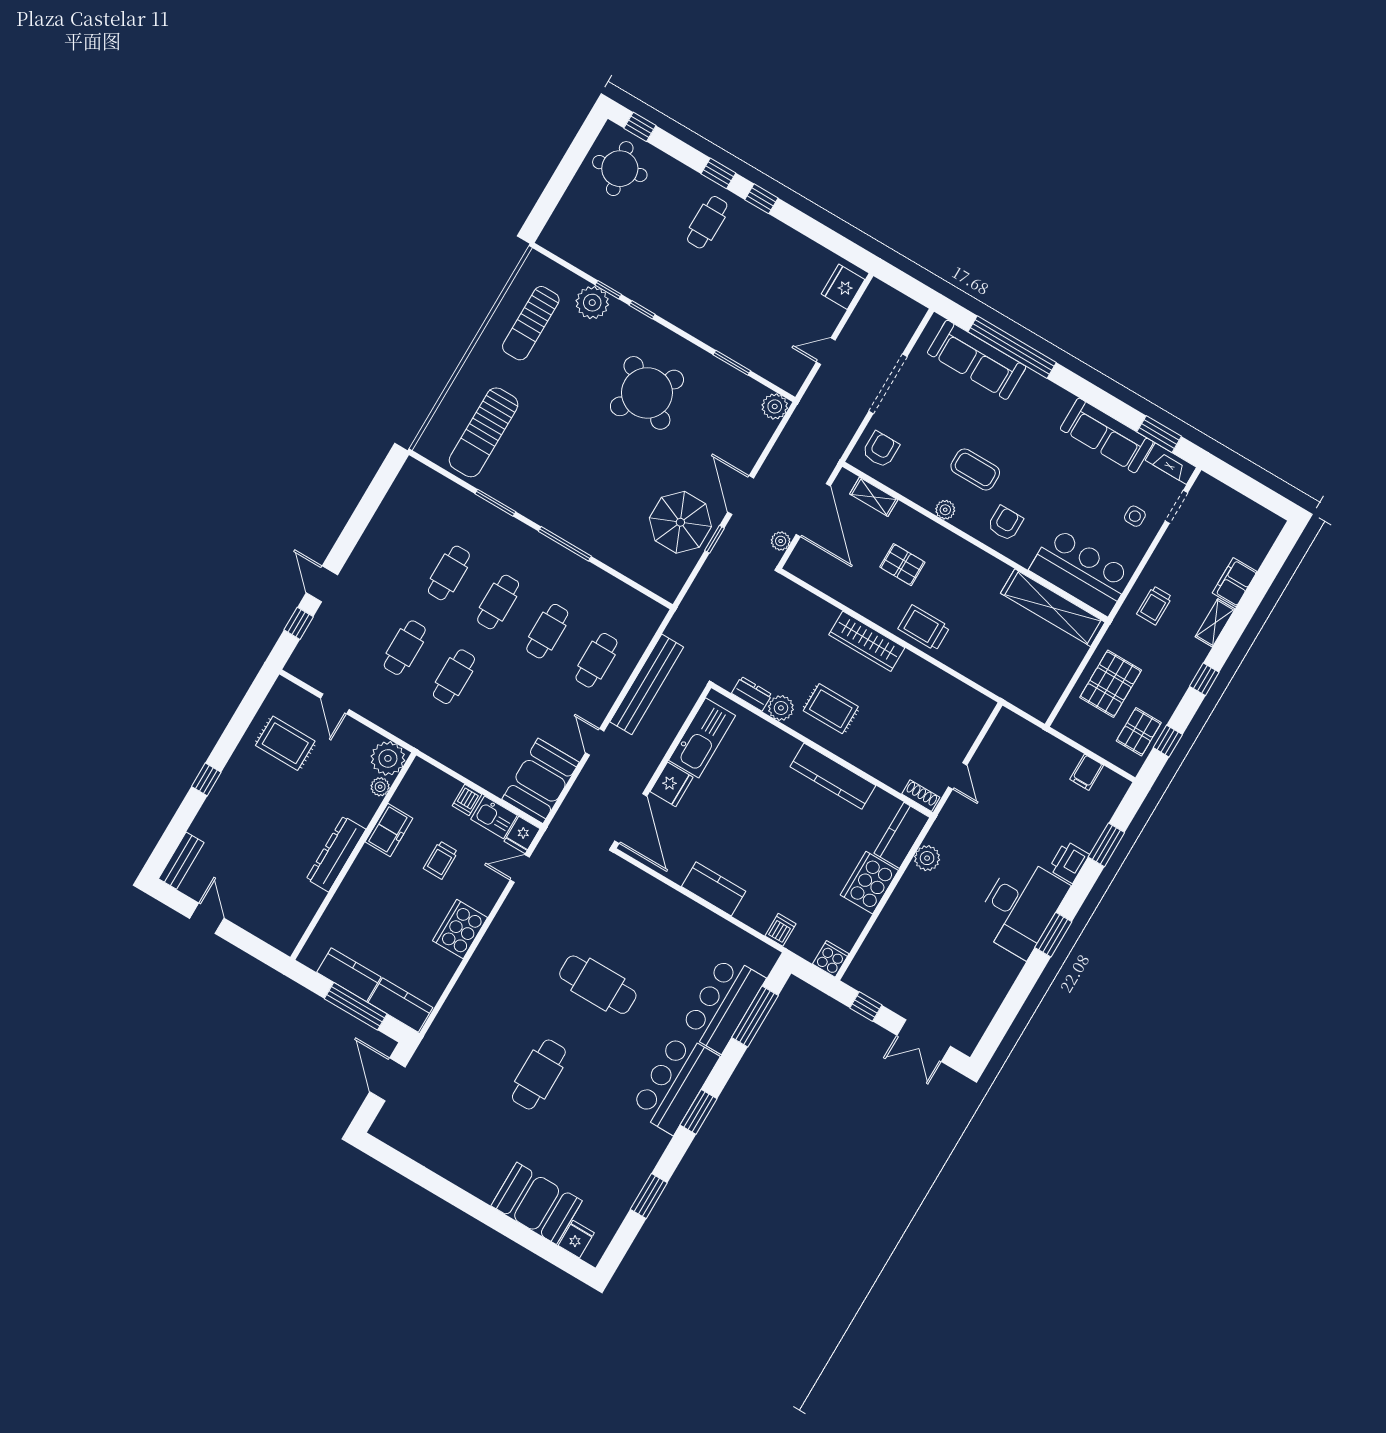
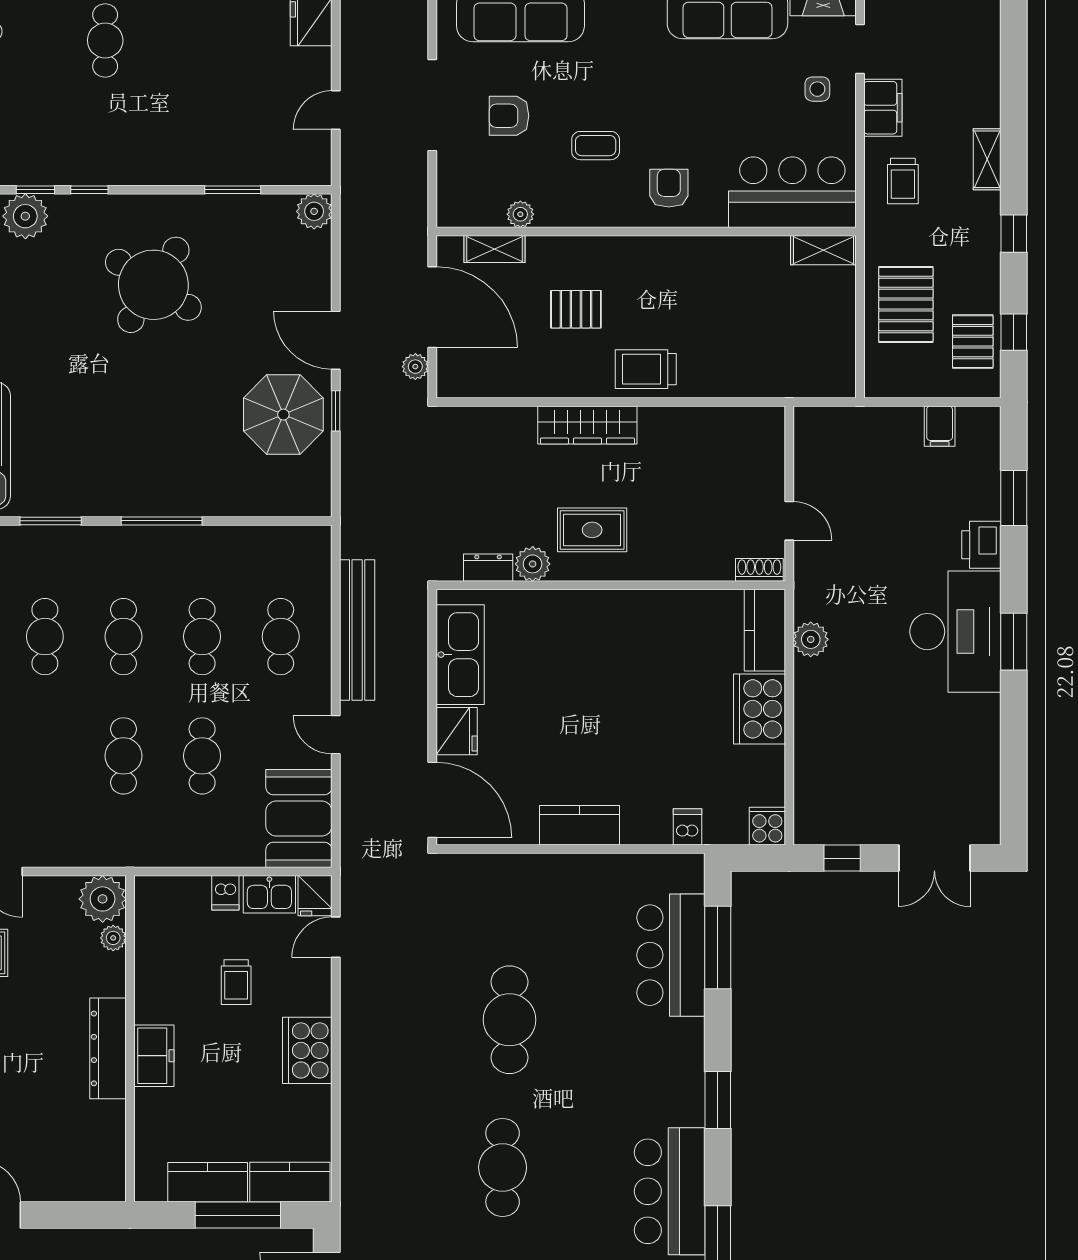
armchair: (881, 449) -> (509, 116), moved, turned -90
coffee table: (975, 469) -> (596, 146), width x0.73, depth x0.77
plant: (945, 510) -> (520, 214), moved
filing cabinet: (1235, 582) -> (883, 108), moved, turned 180
shelving: (1053, 608) -> (823, 250), width x0.45, depth x0.75
cafe table: (405, 648) -> (202, 756), moved
kitchen counter: (833, 776) -> (642, 608), removed
freezer: (389, 830) -> (154, 1056), moved
cafe table: (598, 985) -> (510, 1020), turned 90
bar counter: (675, 1083) -> (670, 1191), moved

